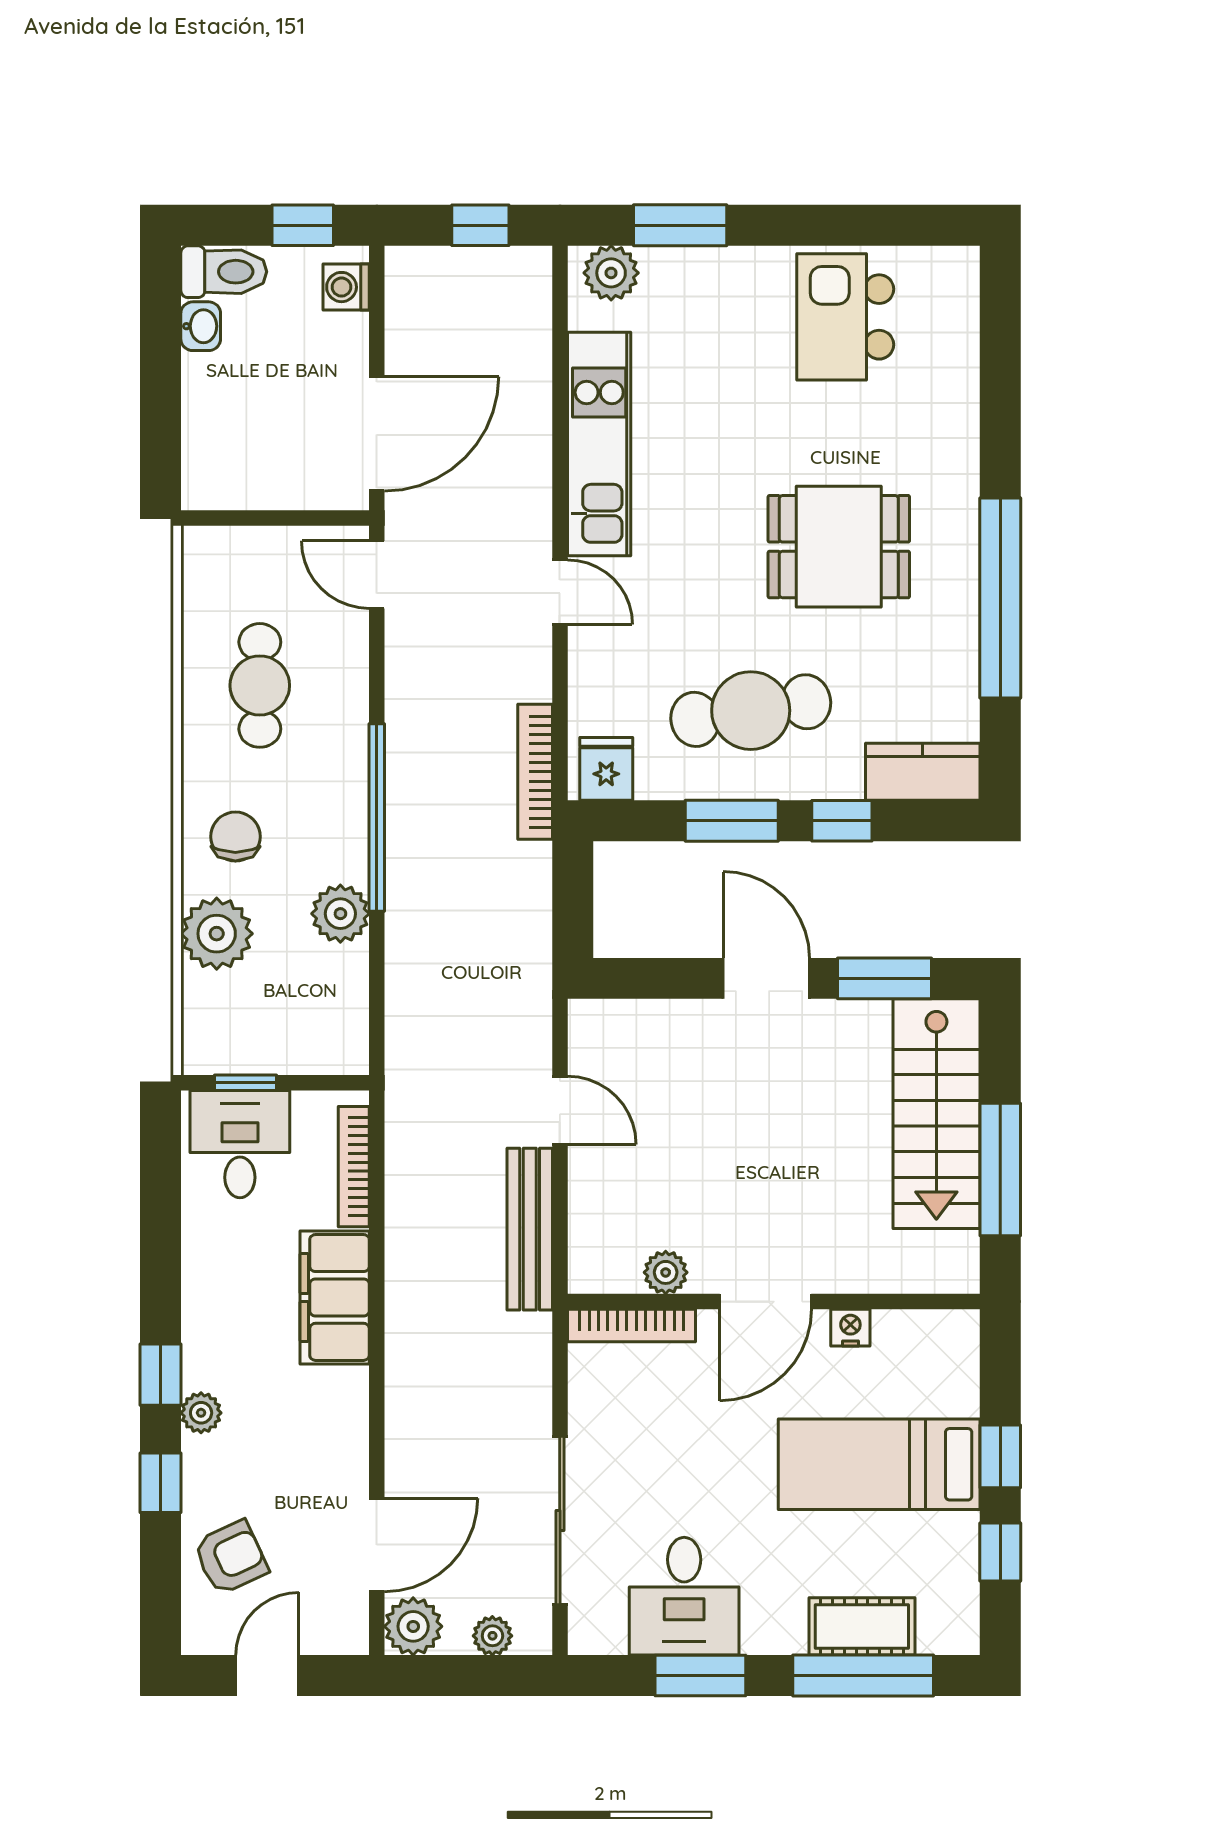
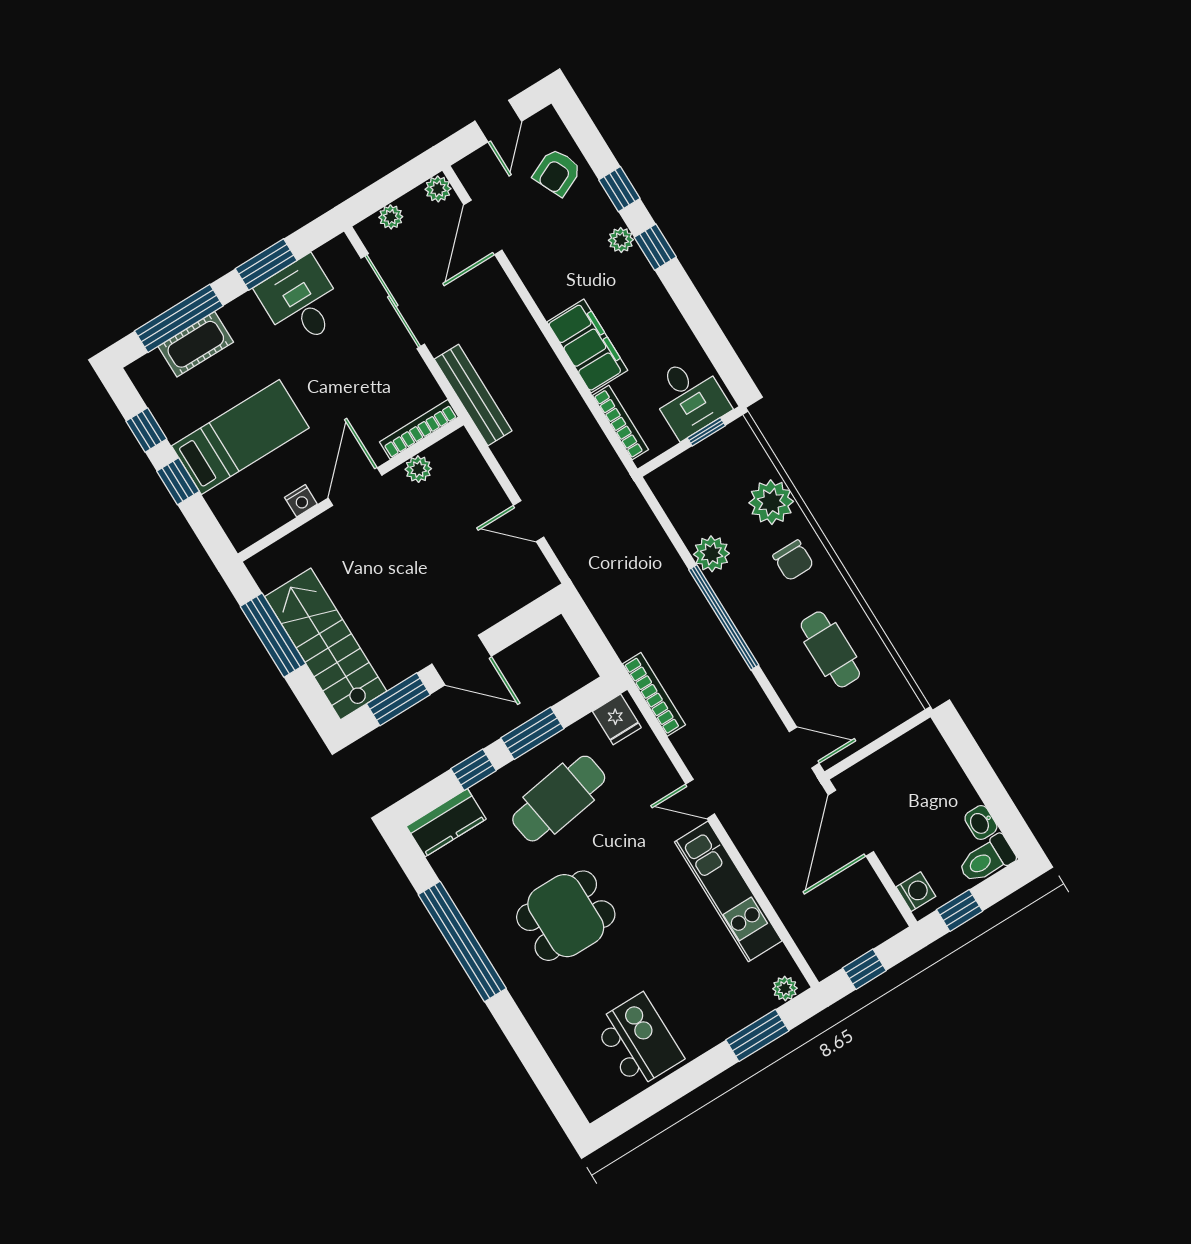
plant: (611, 273) -> (785, 989), width x0.73, depth x0.73
bench: (530, 1229) -> (473, 395), moved
plant: (413, 1626) -> (438, 189), width x0.73, depth x0.73

